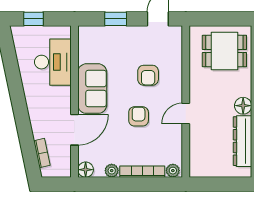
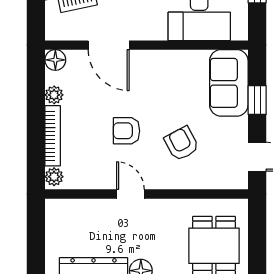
armchair: (148, 75) -> (182, 144), turned 62
sofa: (92, 89) -> (229, 83), moved, turned 90
armchair: (139, 116) -> (127, 131), turned 180

